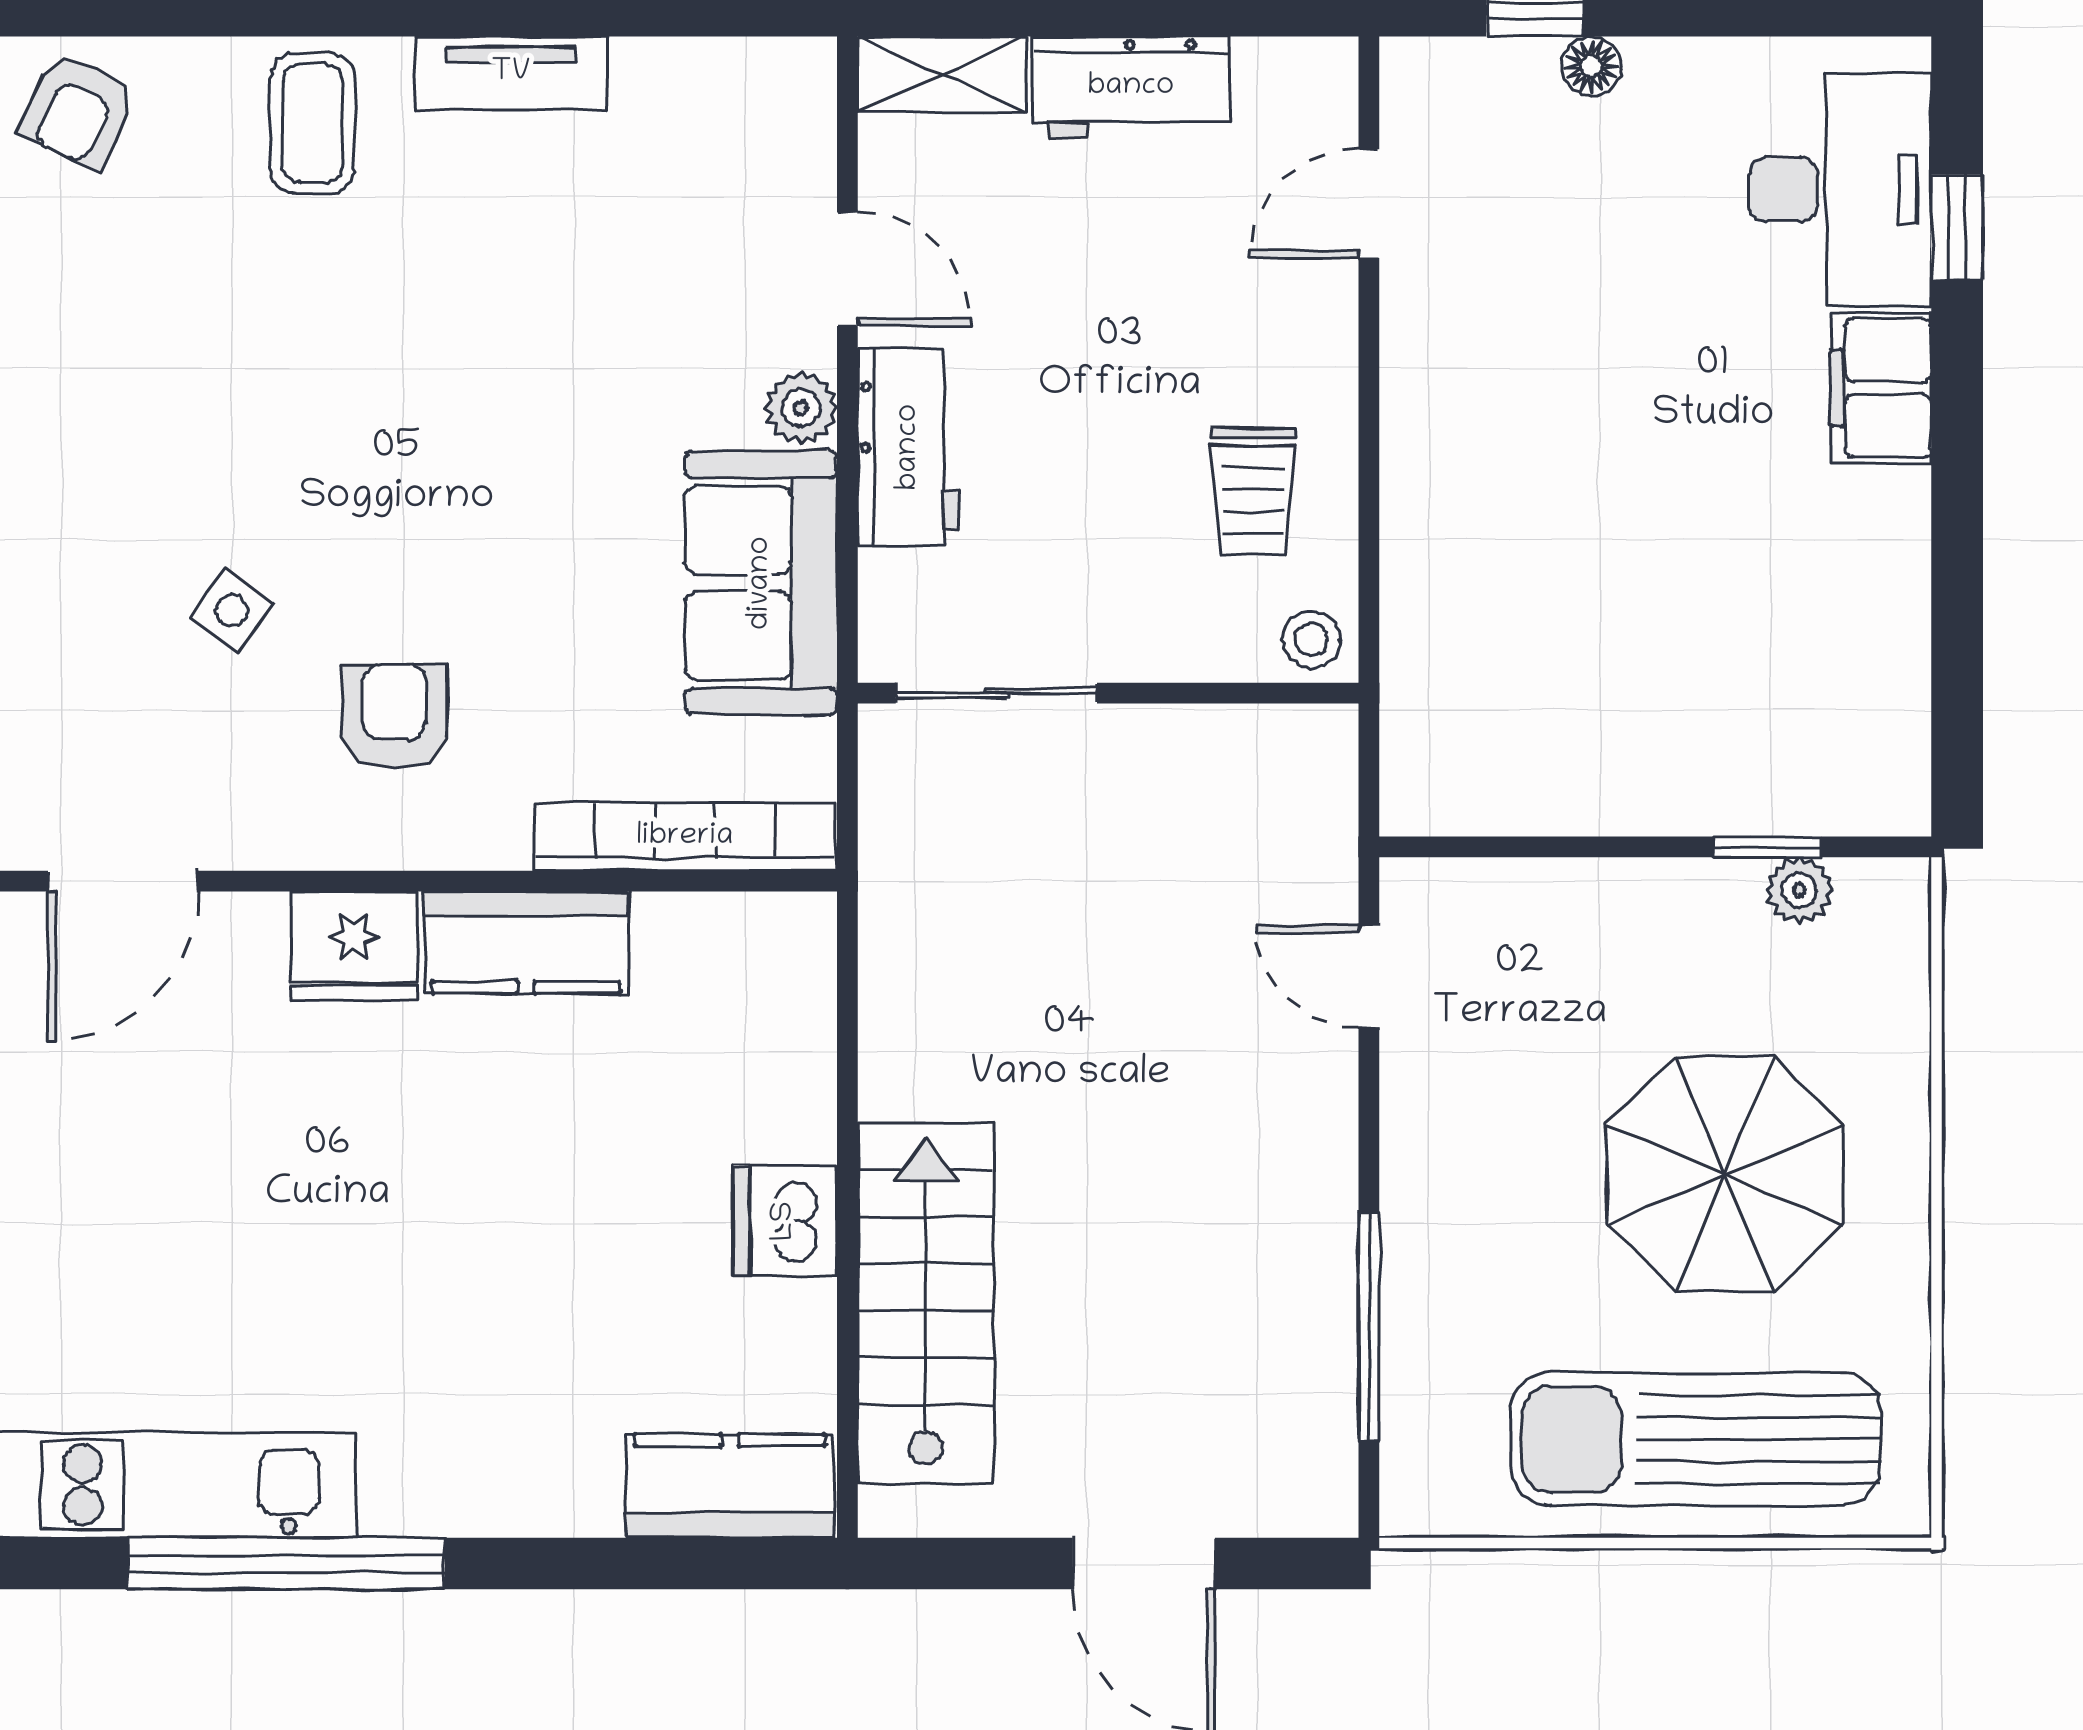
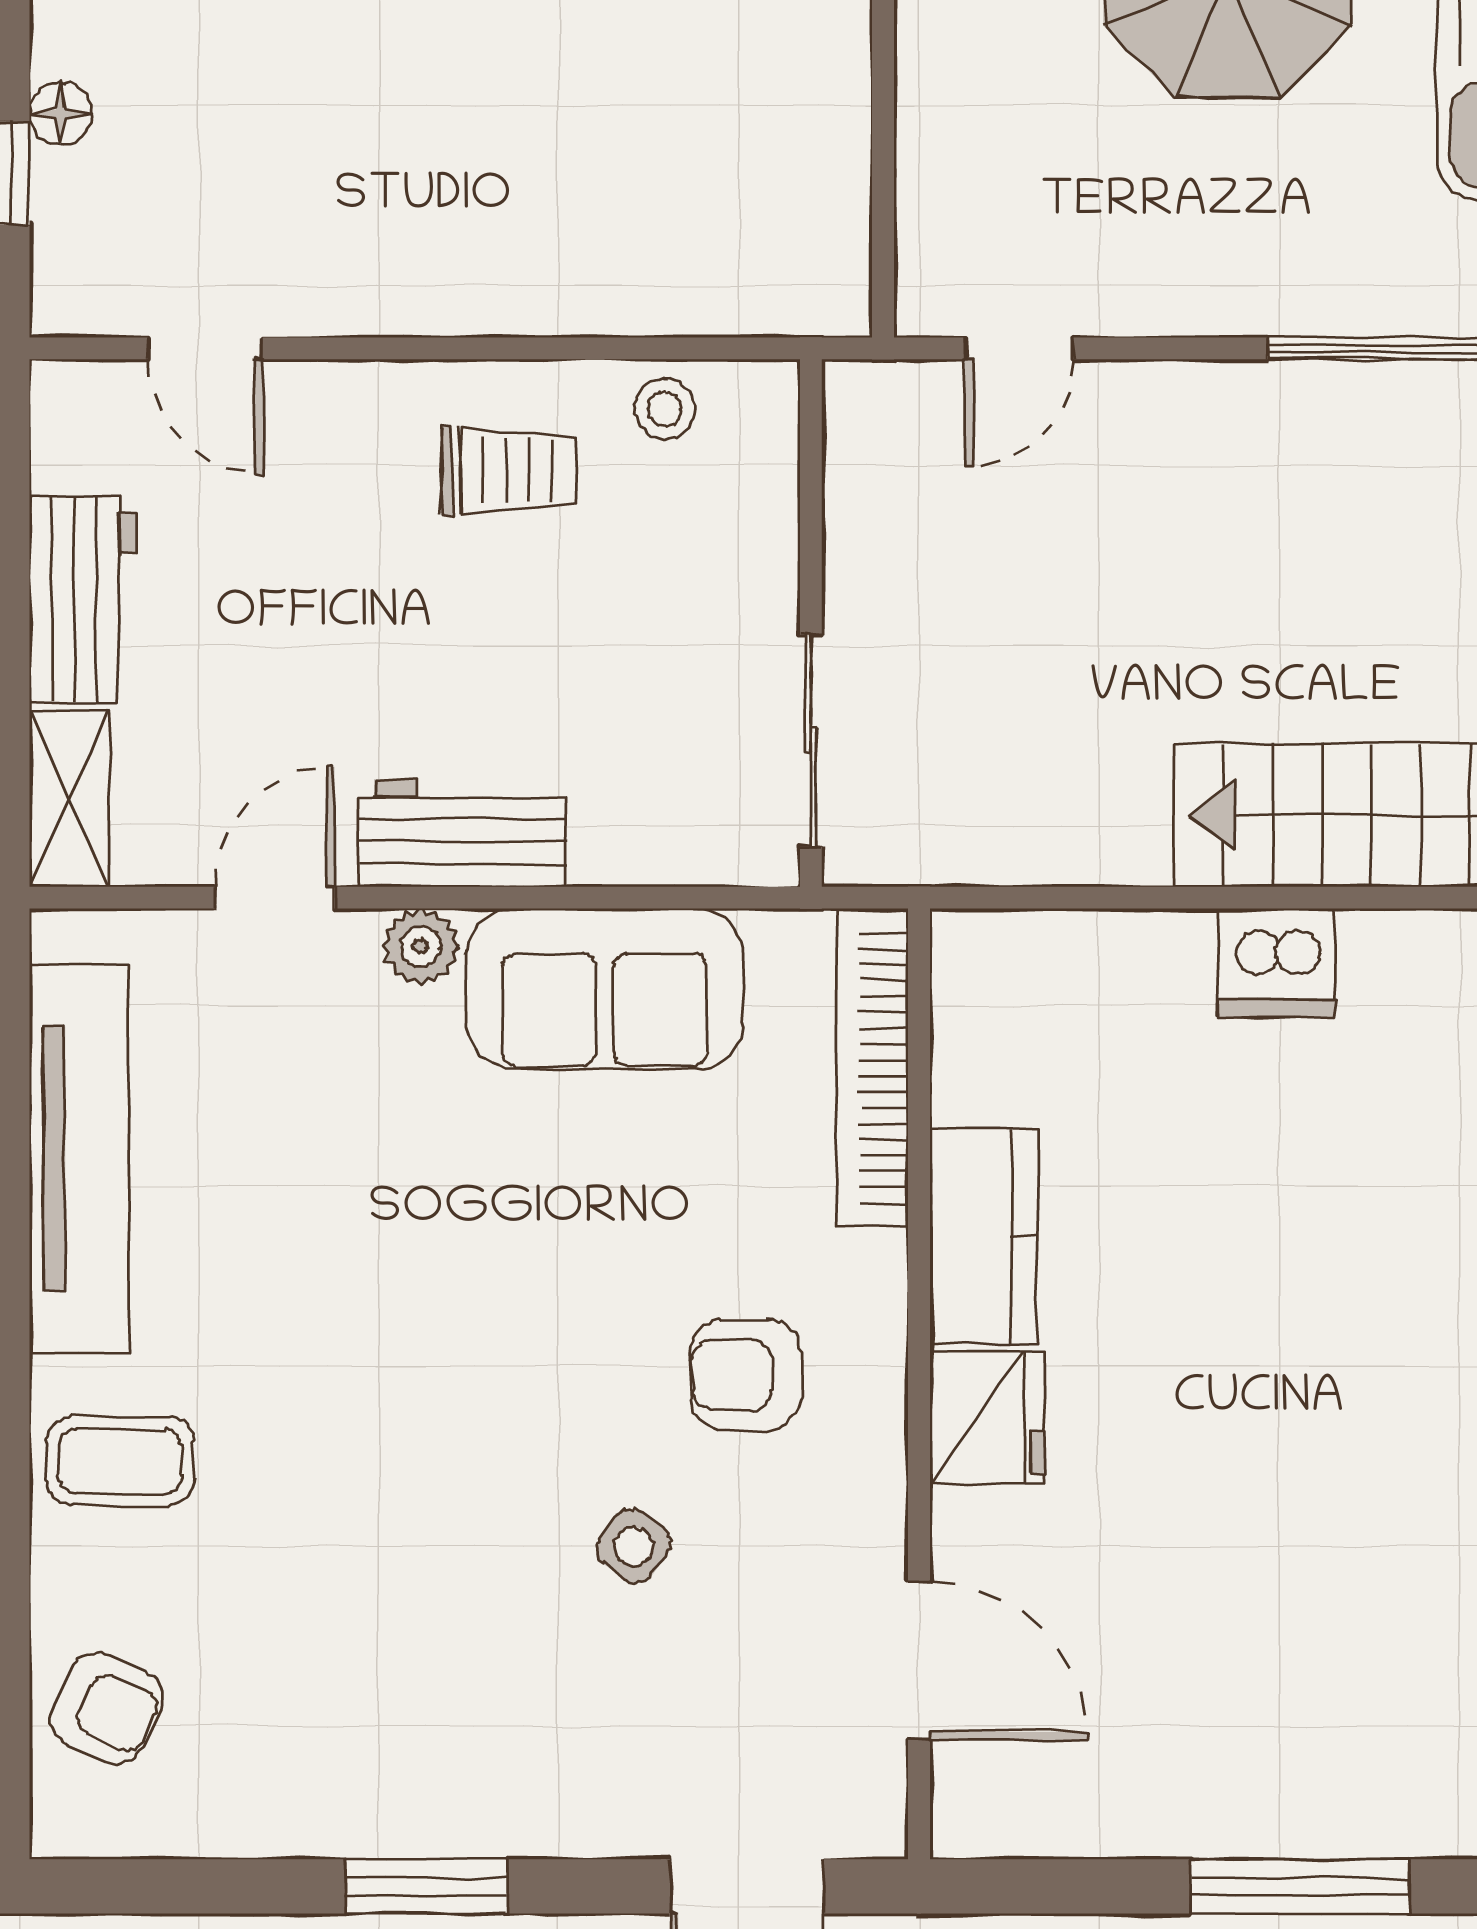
tv unit: (511, 73) -> (79, 1159), width x1.92, depth x1.29
sliding door: (996, 693) -> (811, 741), moved
wall: (1108, 693) -> (811, 623), moved

